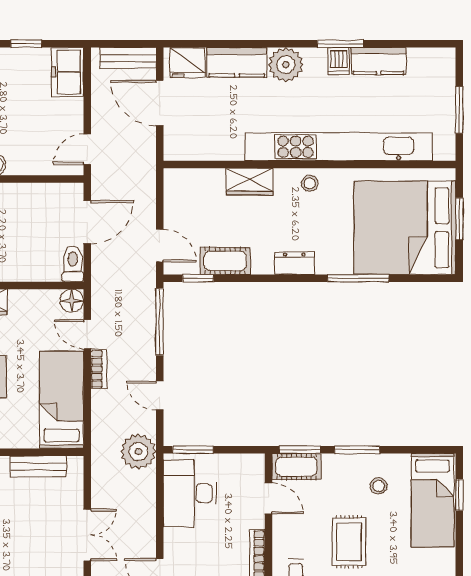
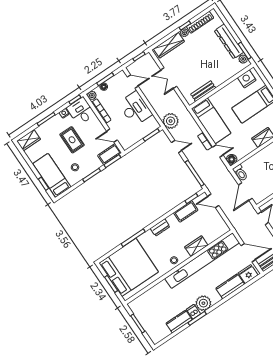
plant: (286, 65) -> (203, 303), moved
kitchen unit: (339, 147) -> (202, 261), moved
desk: (190, 493) -> (135, 109), moved

